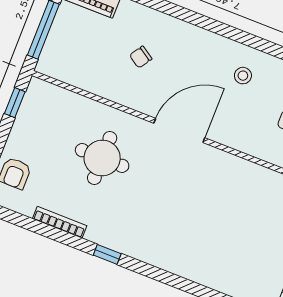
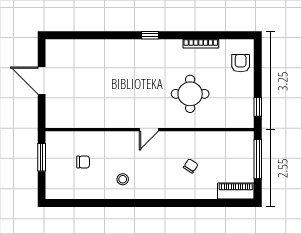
door: (179, 130) -> (149, 130), width x0.53
window: (107, 254) -> (150, 35), moved

